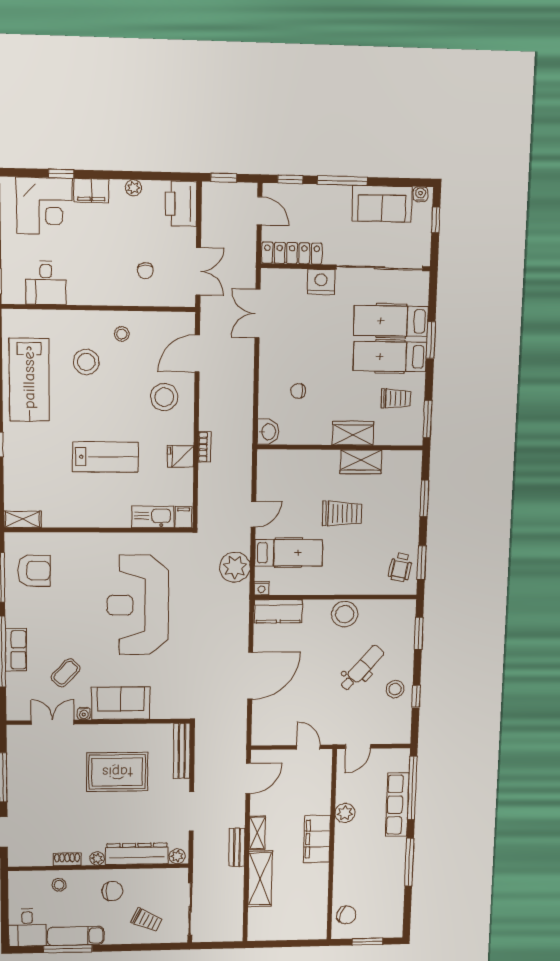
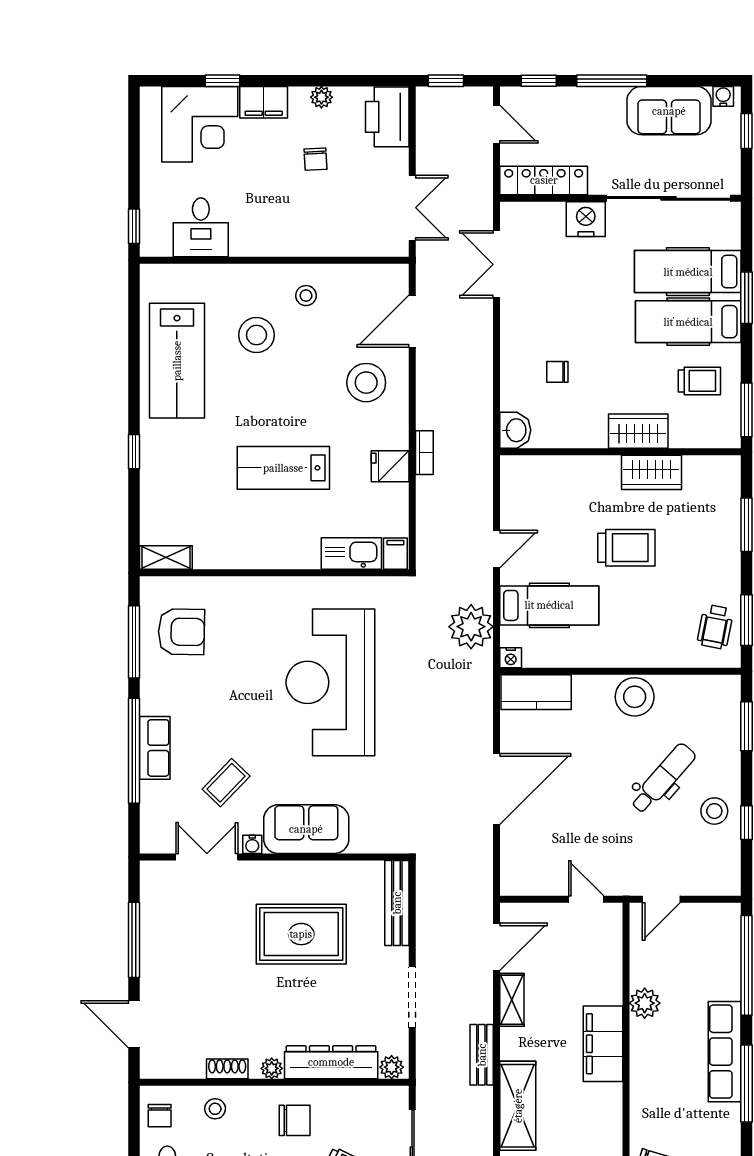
chair: (145, 271) -> (315, 159), moved
lab bench: (105, 457) -> (283, 468), turned 180
row of seats: (397, 805) -> (725, 1052), moved
shelving: (257, 833) -> (512, 1000), moved
chair: (22, 890) -> (160, 1116), added

